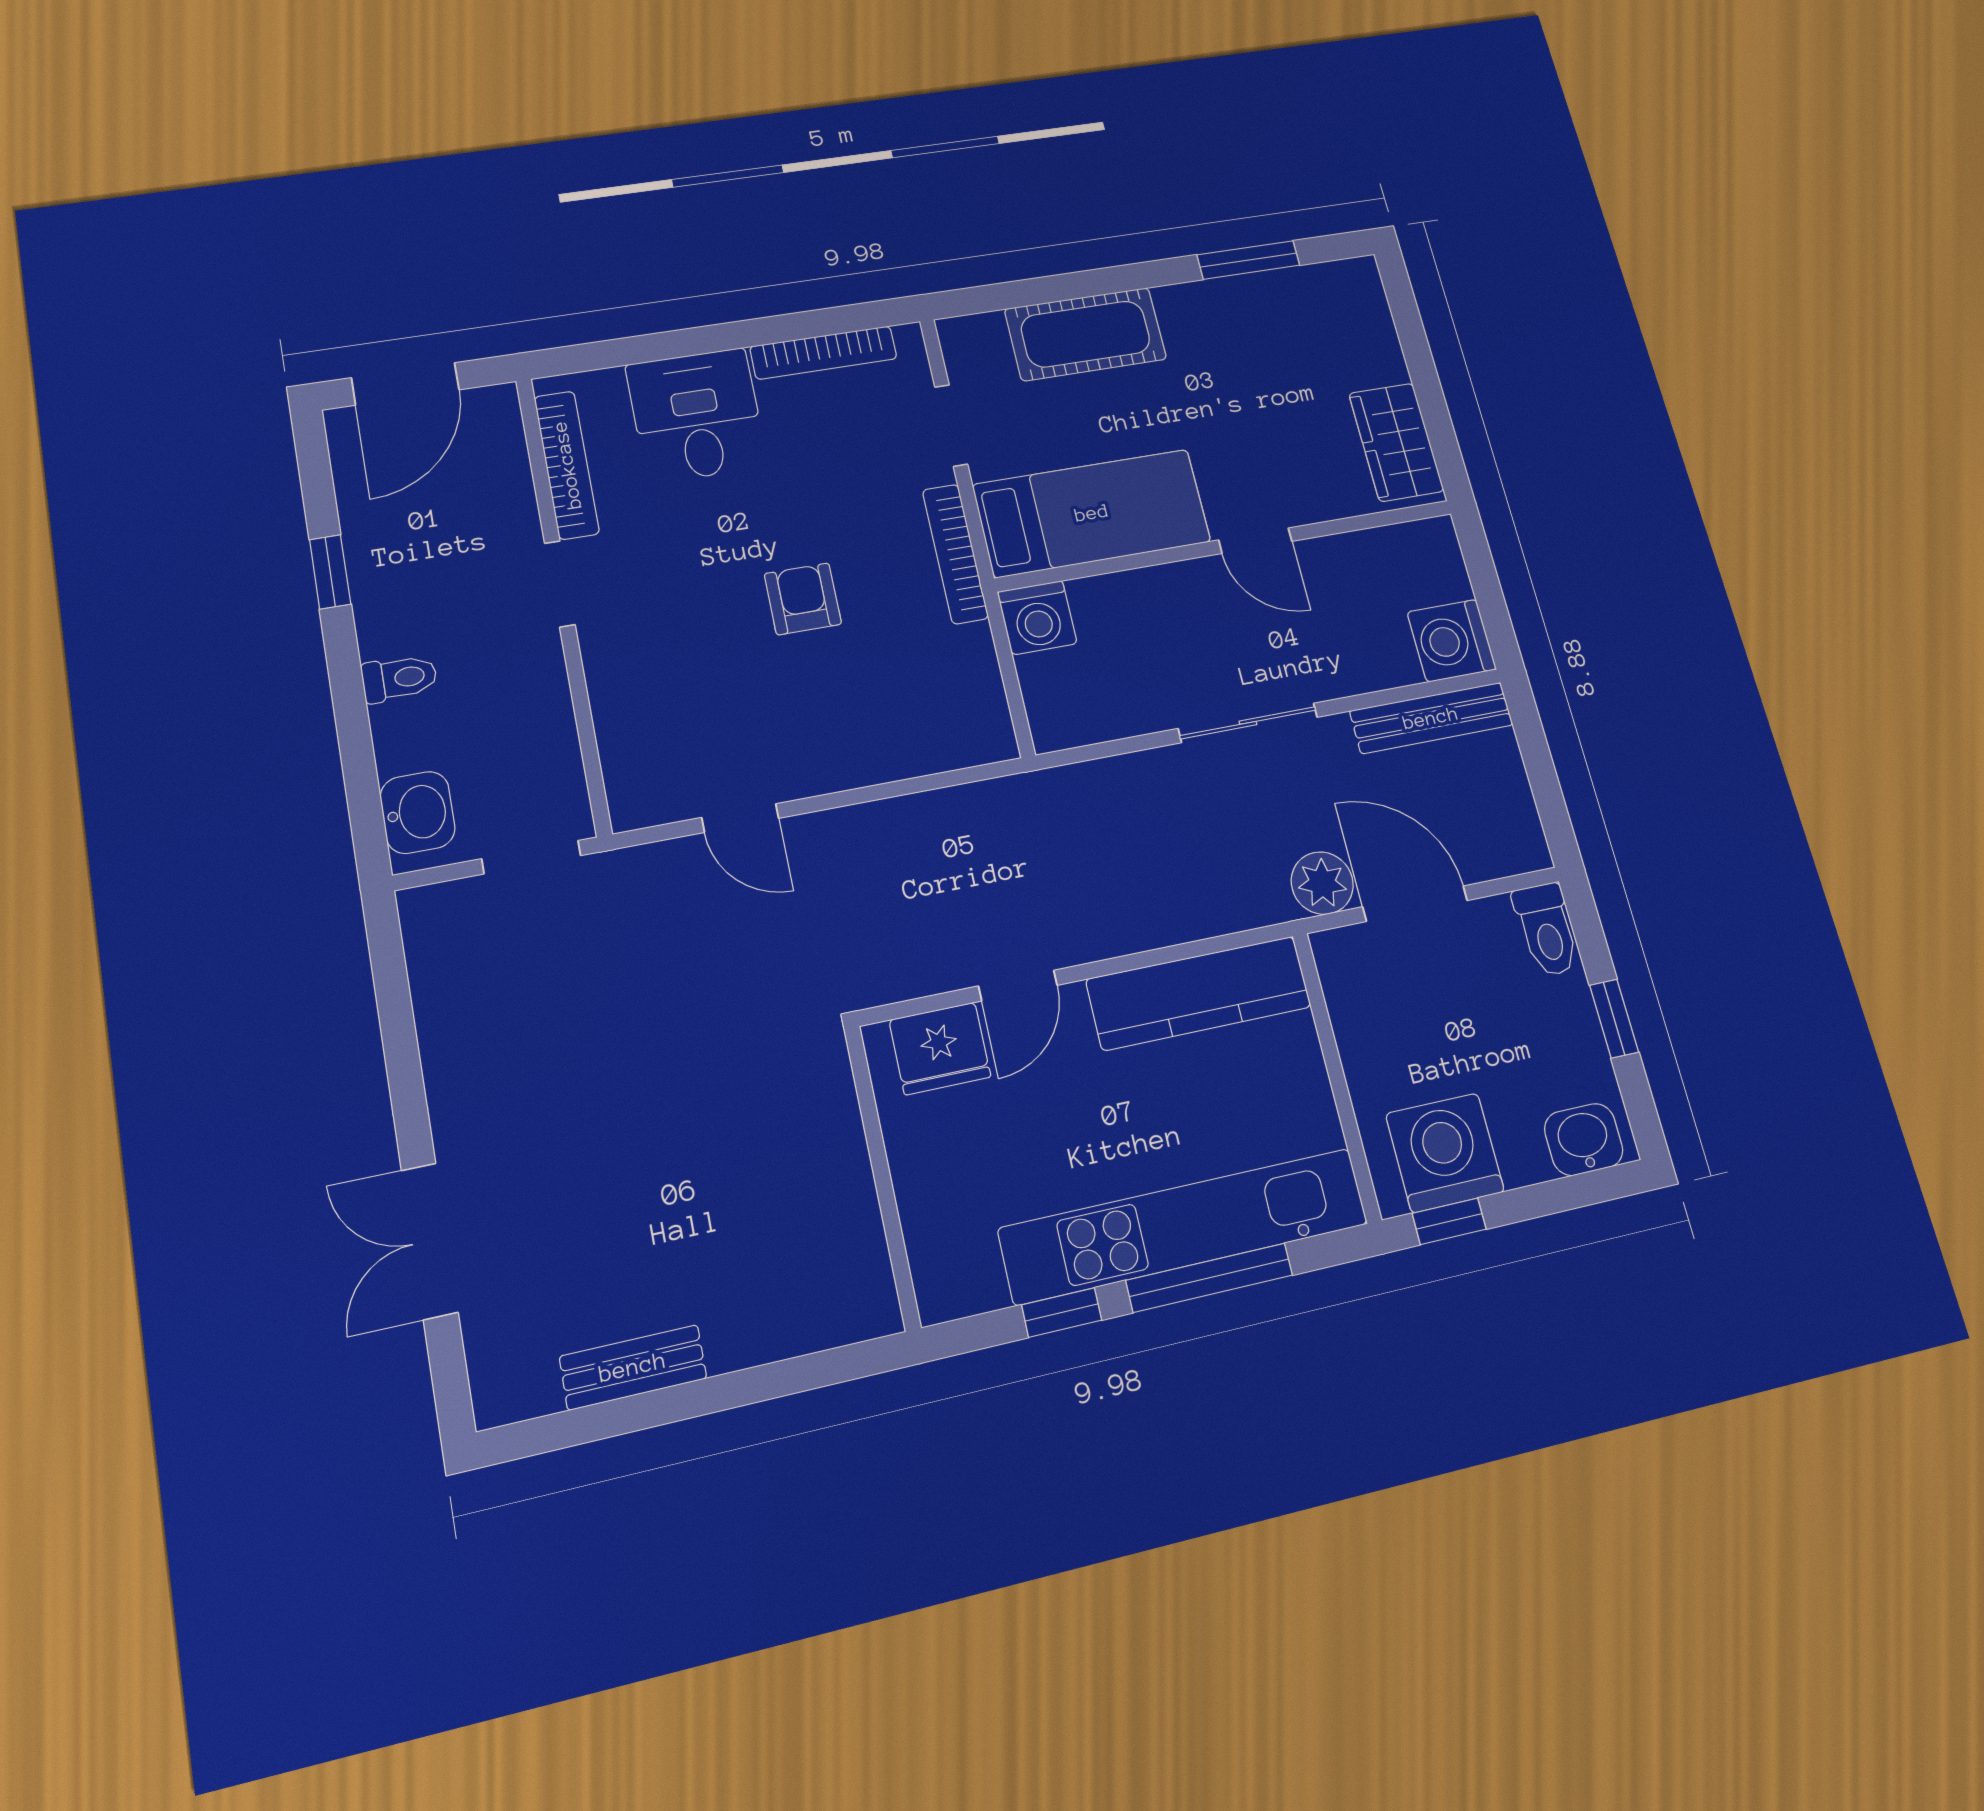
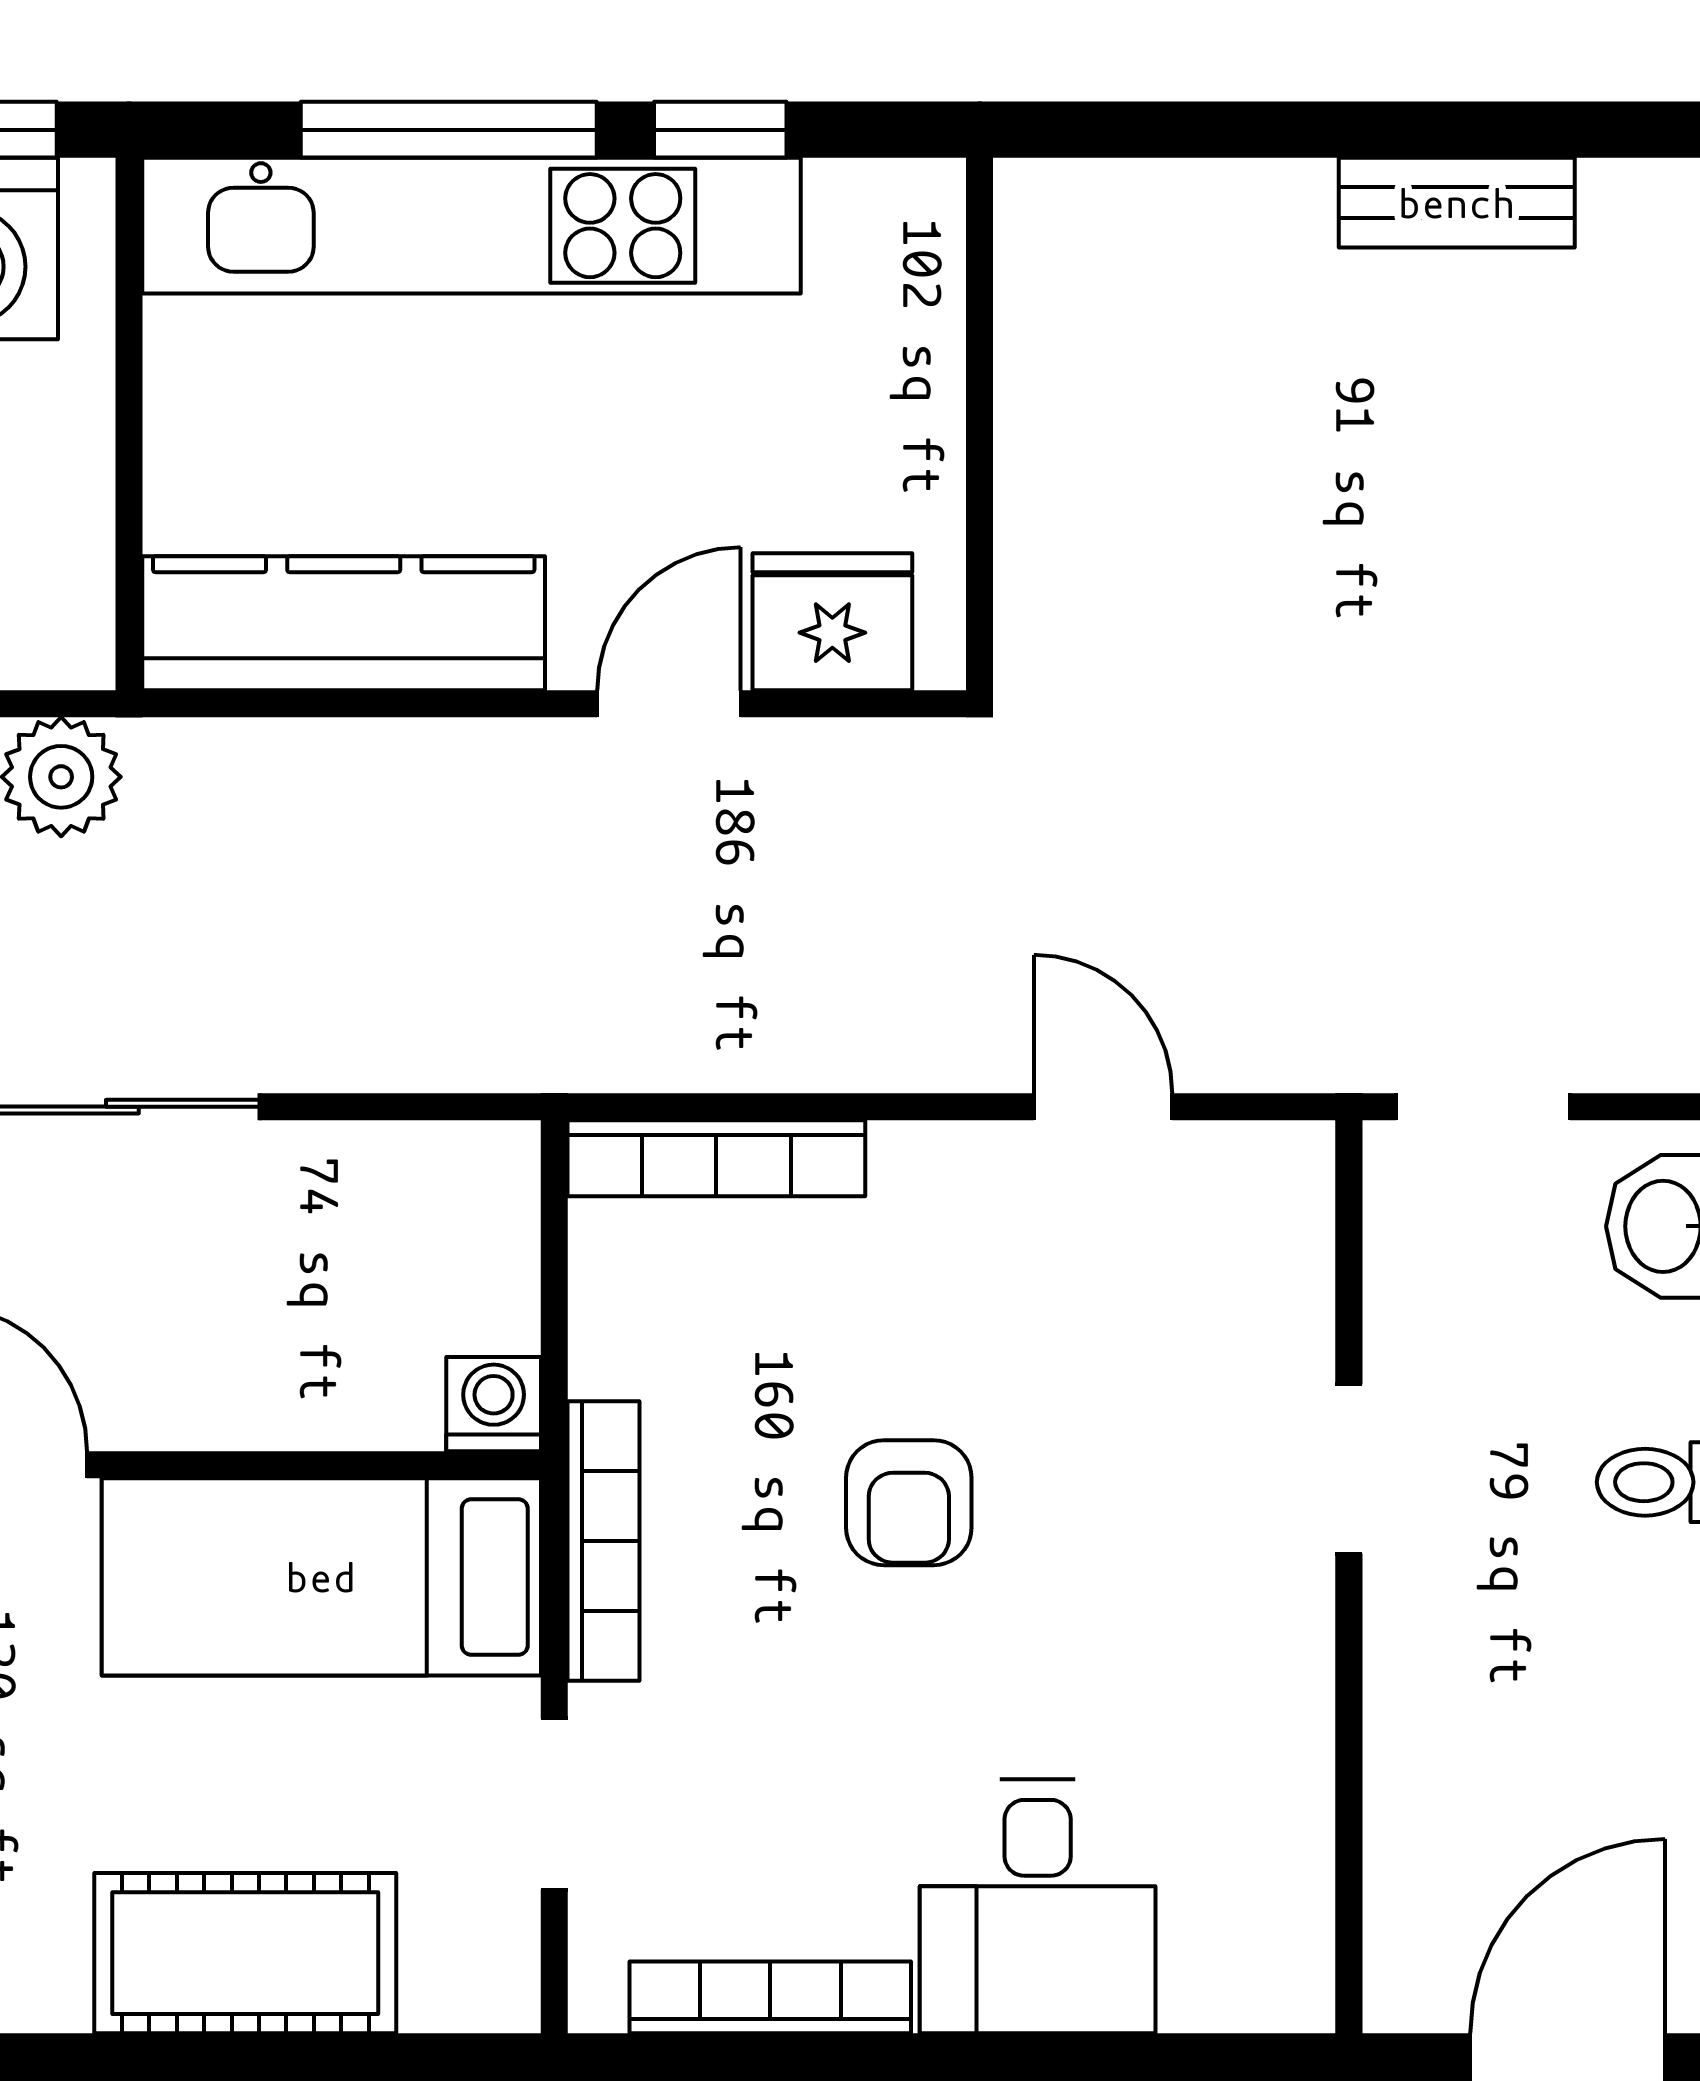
bookcase: (567, 465) -> (716, 1158), moved, turned -90
doorway: (560, 584) -> (1349, 1469), moved
washing machine: (1037, 618) -> (494, 1404), width x0.73, depth x0.73

